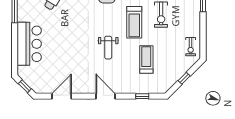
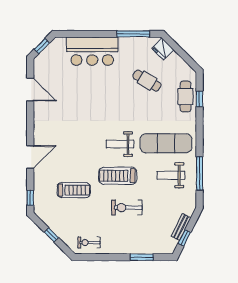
weight bench: (108, 48) -> (120, 144), moved
door: (106, 96) -> (30, 157), moved
window: (142, 96) -> (30, 198), moved

